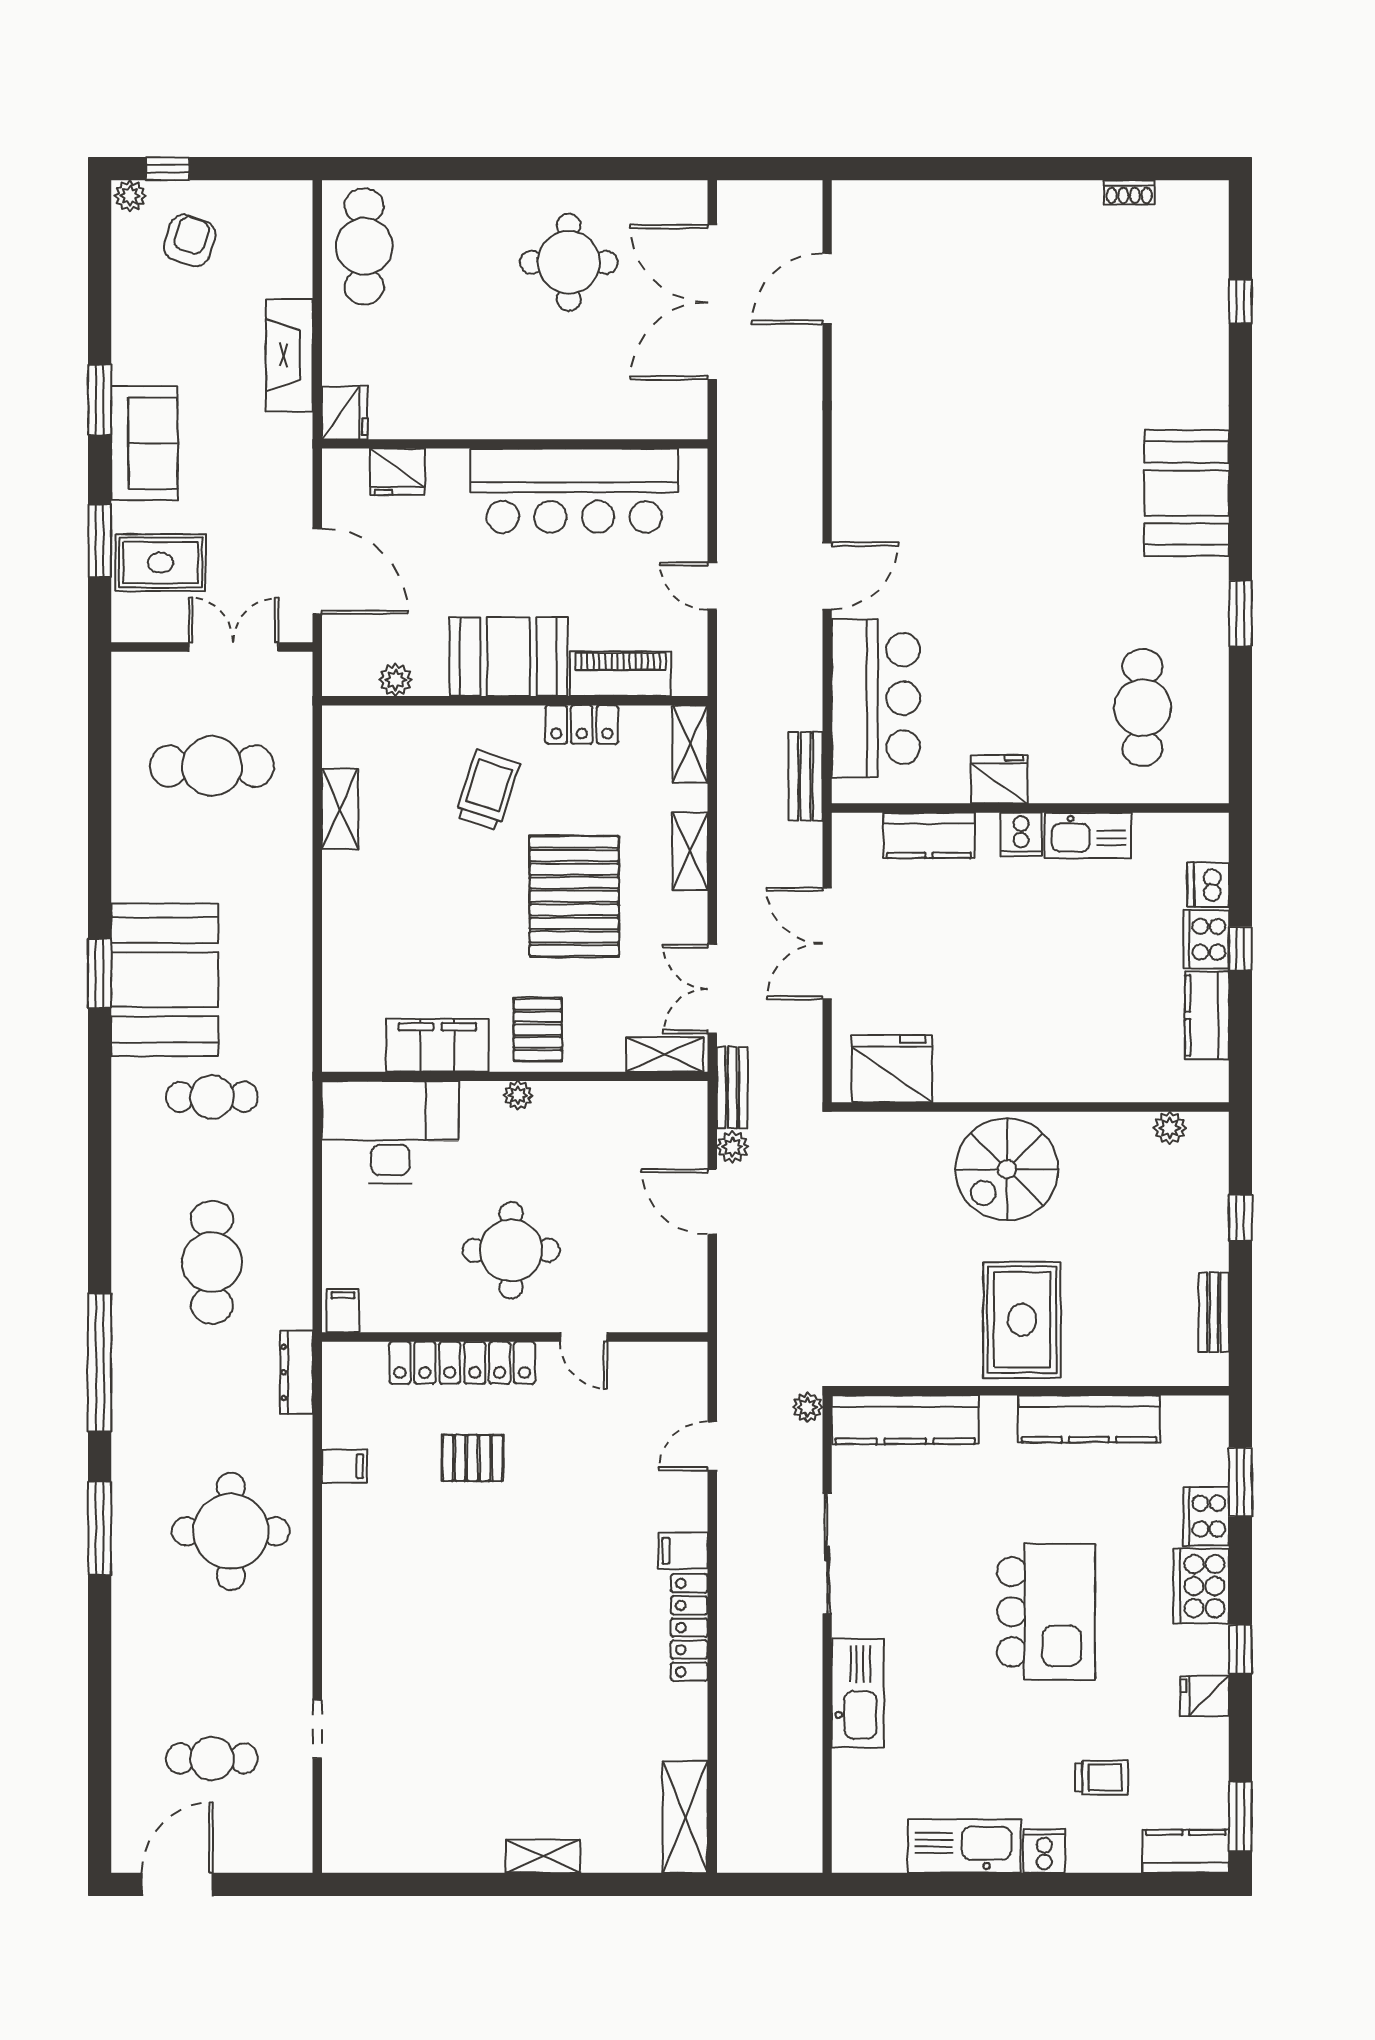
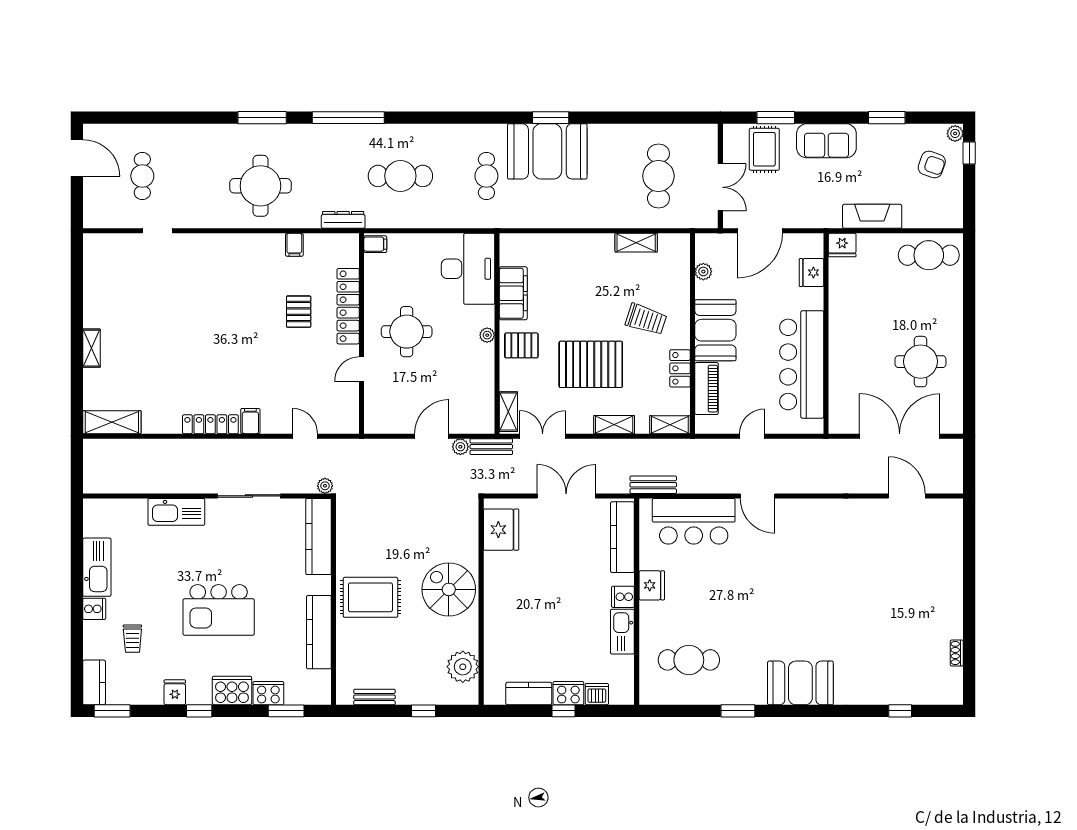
window: (100, 400) -> (887, 118), moved
kitchen counter: (929, 835) -> (622, 537), width x1.50
plant: (1170, 1128) -> (463, 667), width x1.87, depth x1.87

